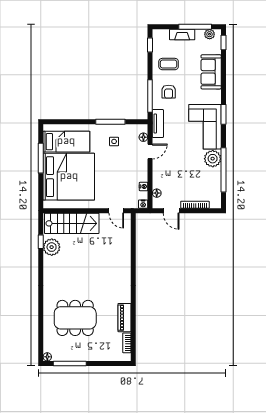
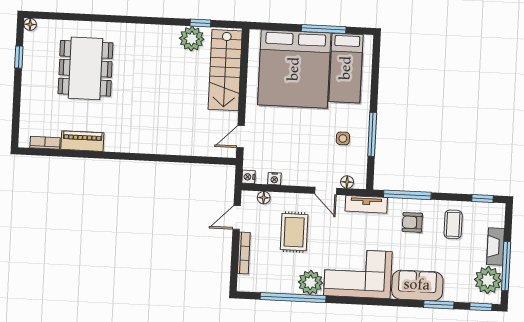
plant: (210, 34) -> (488, 280), width x1.88, depth x1.88
sofa: (211, 72) -> (417, 285), moved
window: (223, 114) -> (439, 305), moved
rug: (179, 171) -> (294, 232), added
window: (70, 363) -> (19, 57), width x0.46

